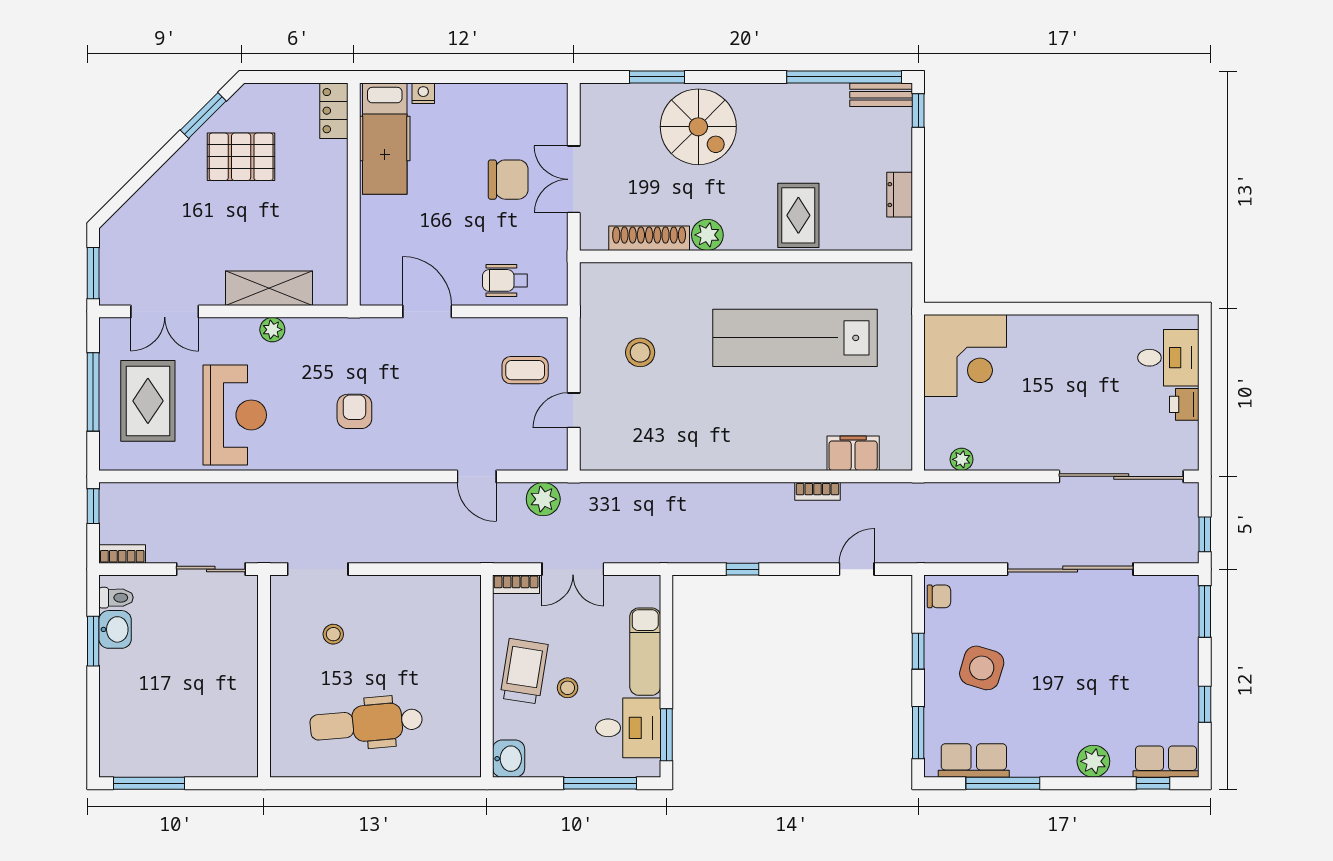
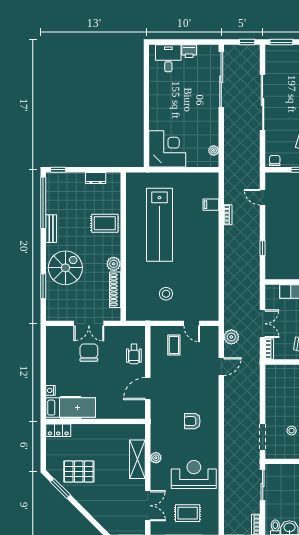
bench: (881, 95) -> (51, 229), moved
pallet: (241, 157) -> (79, 472), turned 90
rug: (148, 401) -> (188, 513), width x0.73, depth x0.70
filing cabinet: (853, 453) -> (211, 205), width x0.50

